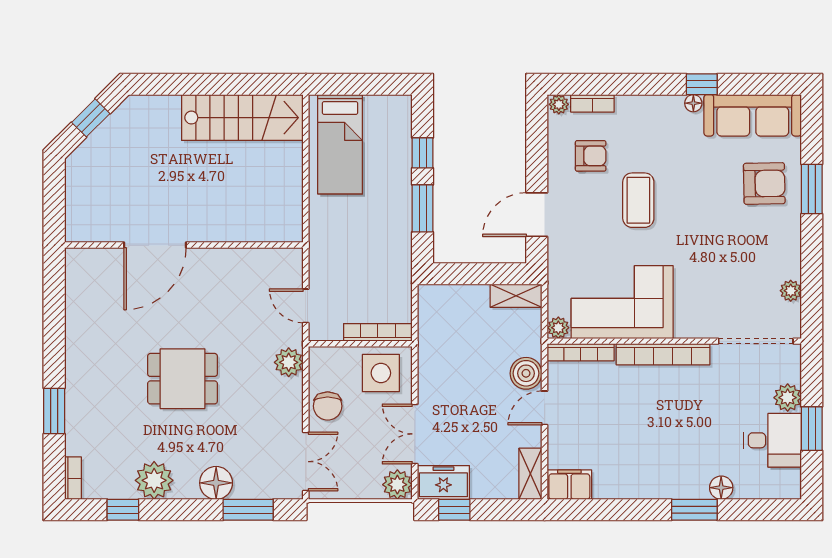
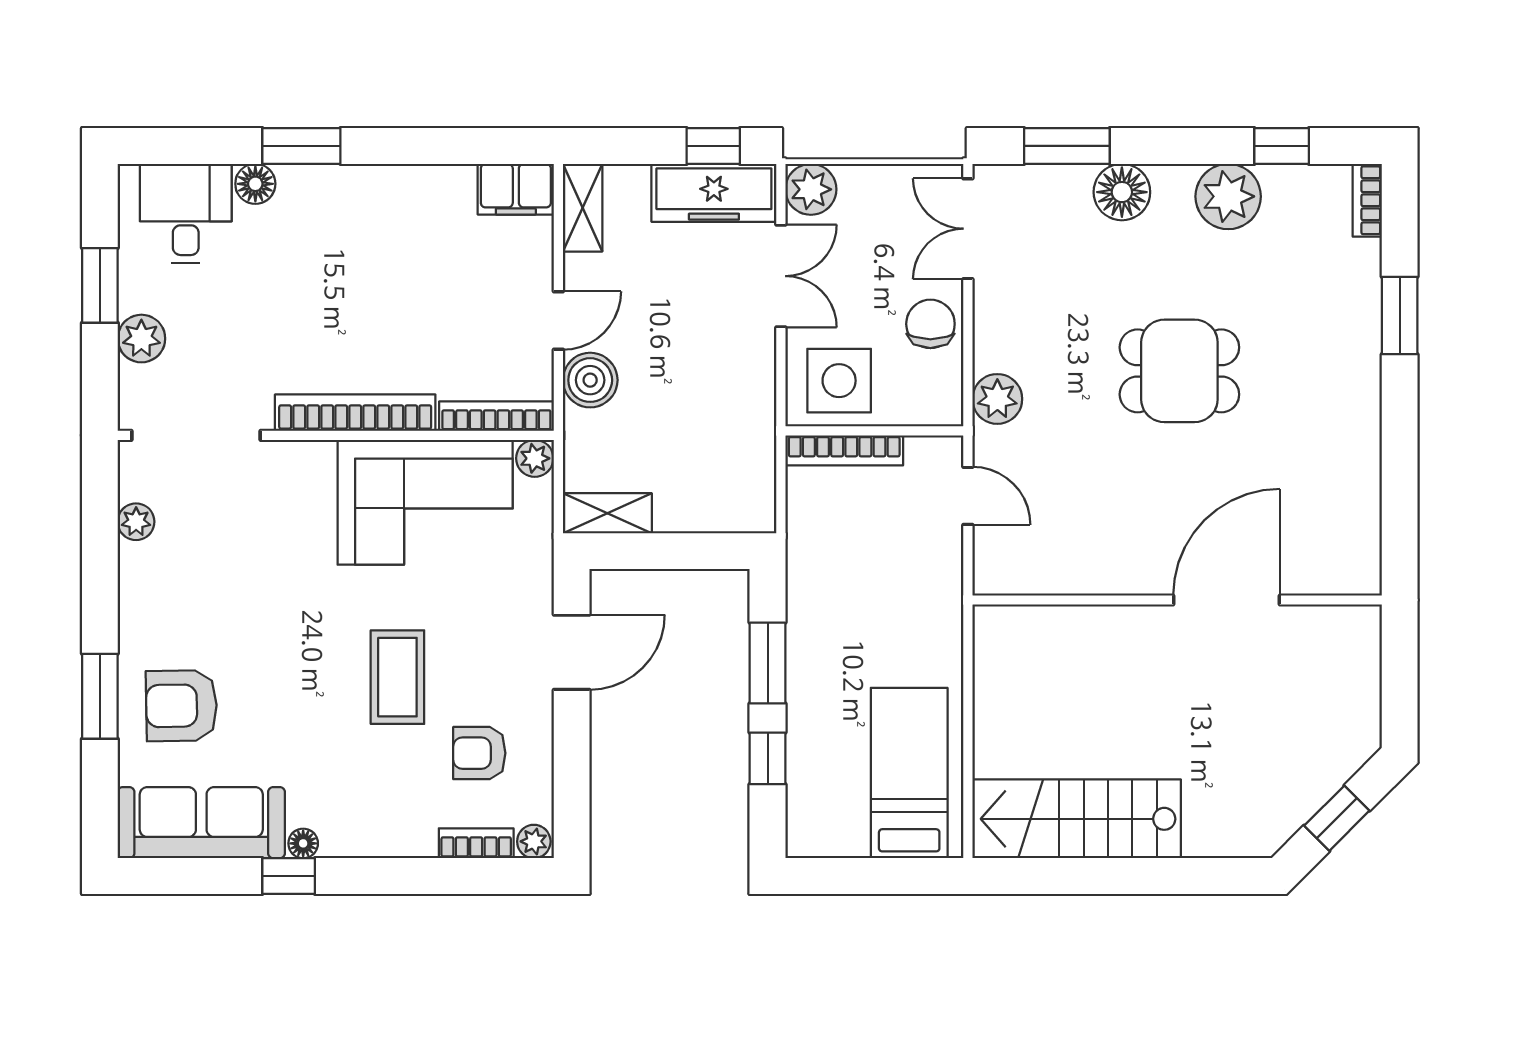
desk: (773, 440) -> (186, 213), moved, turned 90
freezer: (443, 482) -> (714, 193), width x1.40

